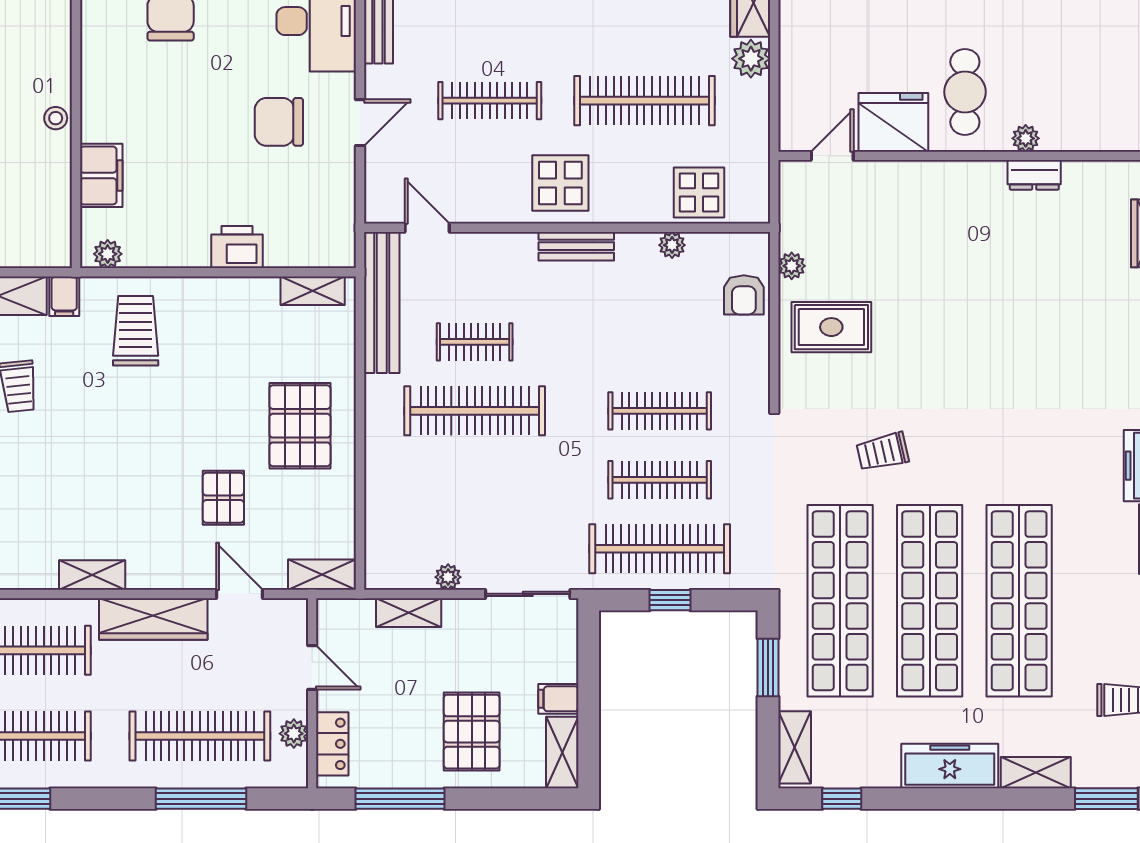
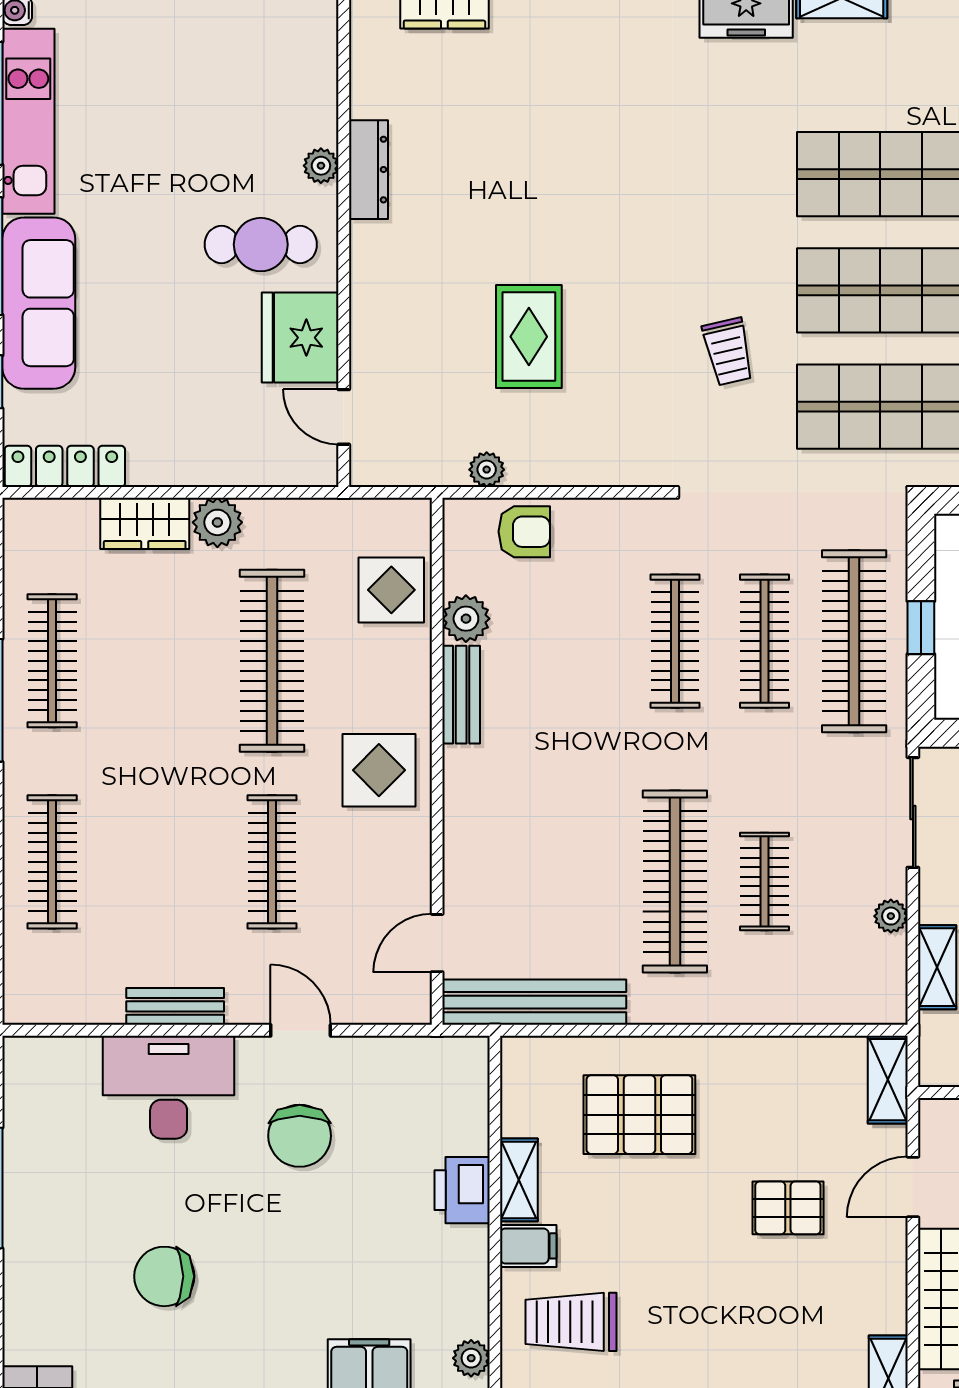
dresser: (1034, 175) -> (368, 170), width x1.44
plant: (672, 245) -> (466, 619), width x1.38, depth x1.38
bench: (576, 246) -> (461, 695), moved
shelving: (313, 291) -> (519, 1180), moved
filing cabinet: (194, 298) -> (528, 1246), added
rug: (831, 327) -> (529, 337), moved
clothes rail: (475, 342) -> (765, 881), moved
pallet: (300, 426) -> (639, 1115), moved

